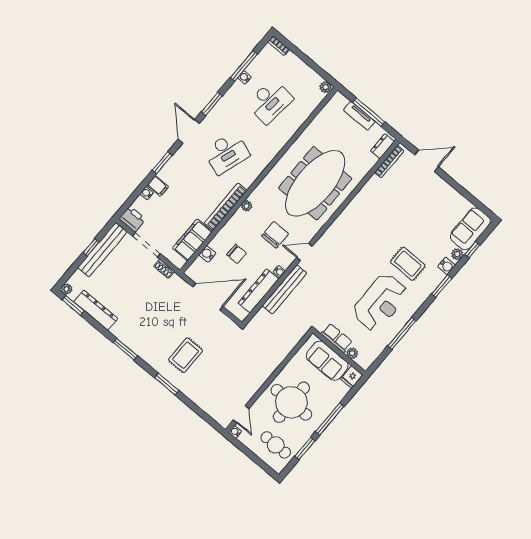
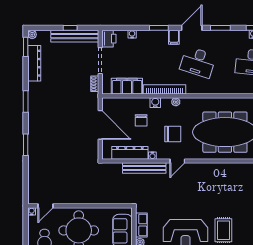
filing cabinet: (158, 186) -> (174, 37), moved
door: (304, 252) -> (177, 161), swing flipped
water cooler: (207, 254) -> (155, 103), moved
rug: (186, 355) -> (53, 141), removed

